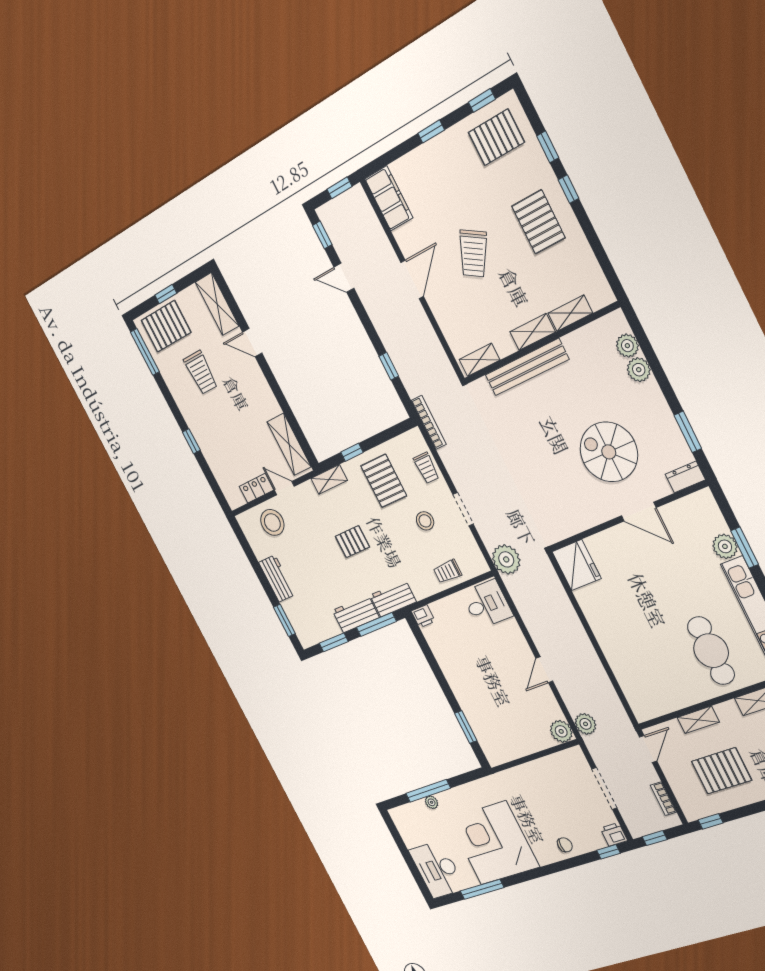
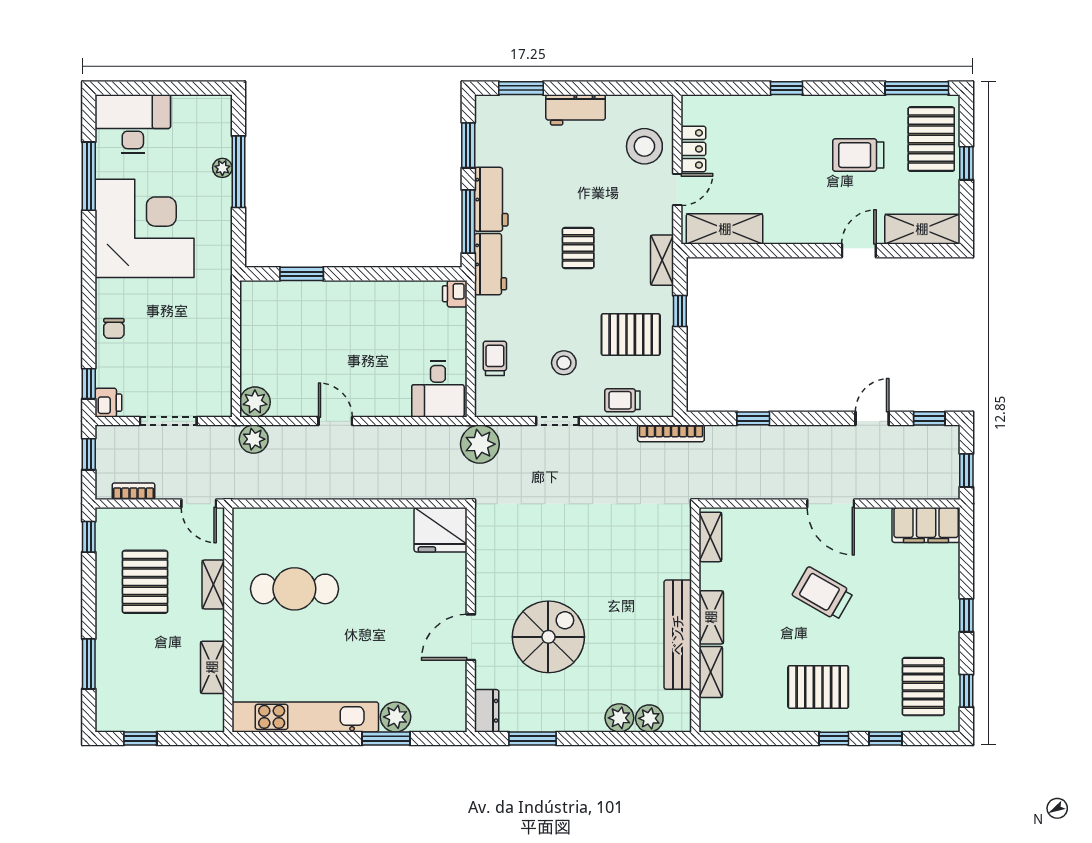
bench: (527, 367) -> (678, 635), moved
cafe table: (711, 651) -> (294, 589), moved

